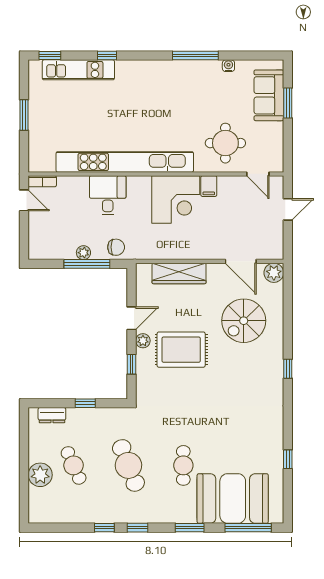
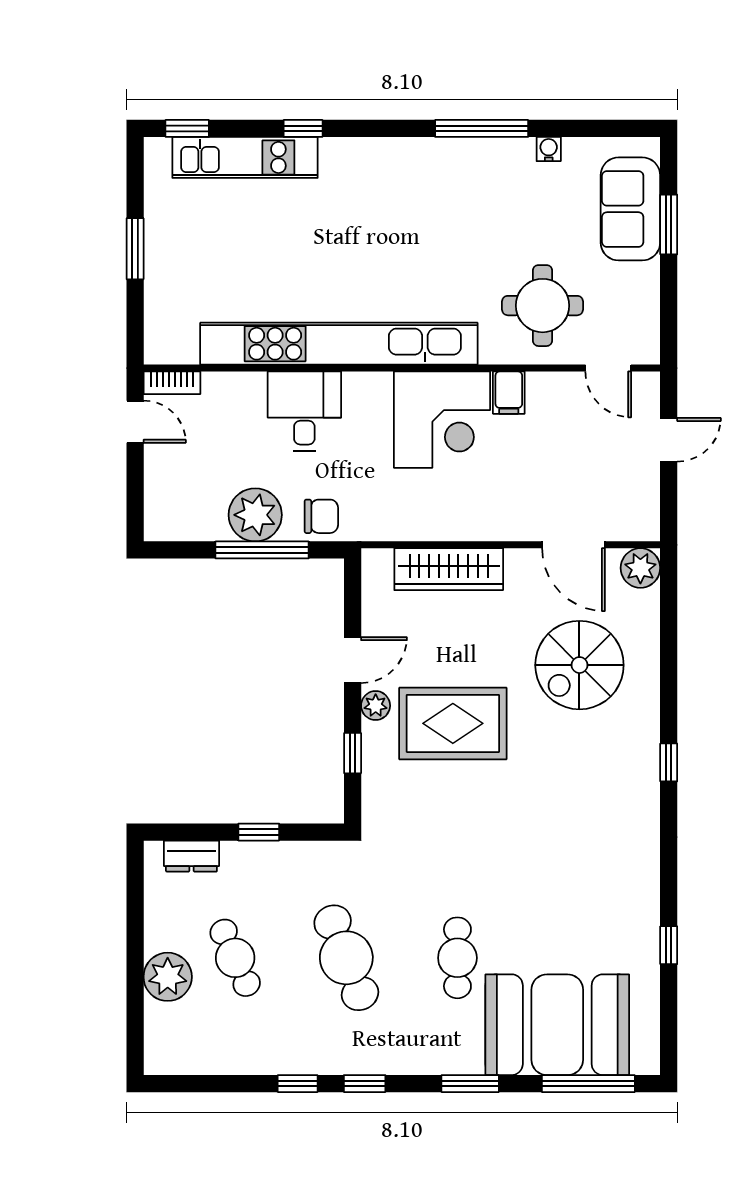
plant: (83, 253) -> (255, 515), width x1.88, depth x1.88

